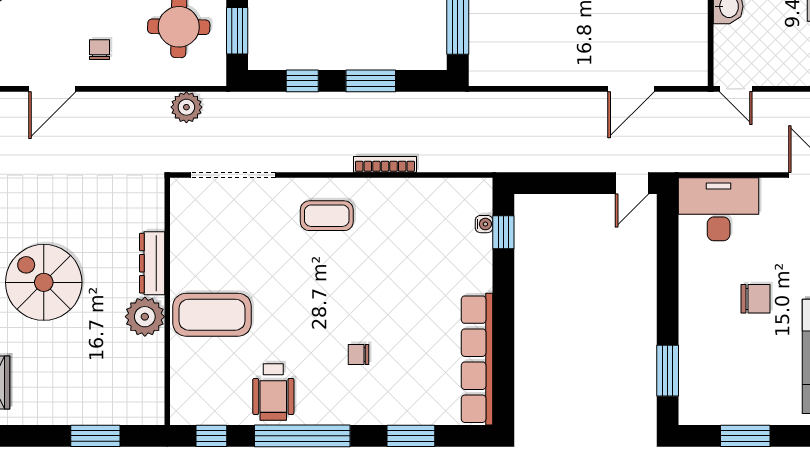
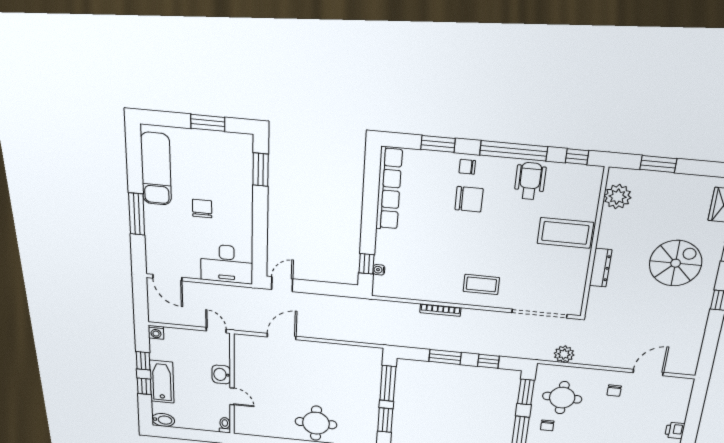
spiral stairs: (44, 282) -> (676, 263), turned -90
chair: (755, 299) -> (202, 209), turned 90
plant: (145, 317) -> (618, 197), moved
chair: (359, 354) -> (469, 199), width x1.87, depth x1.87
chair: (366, 405) -> (467, 167), added

